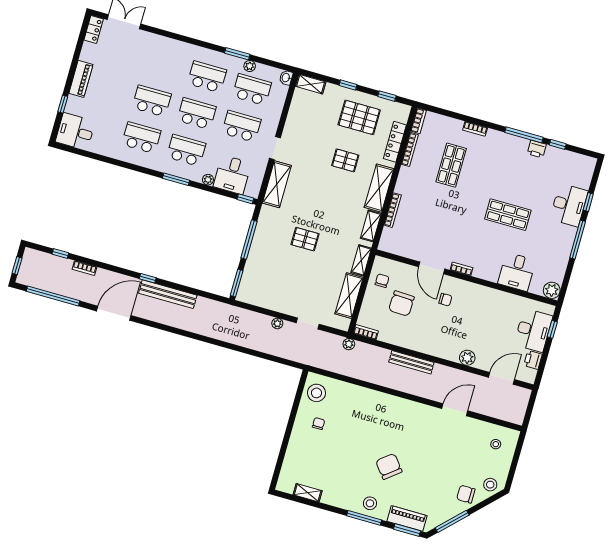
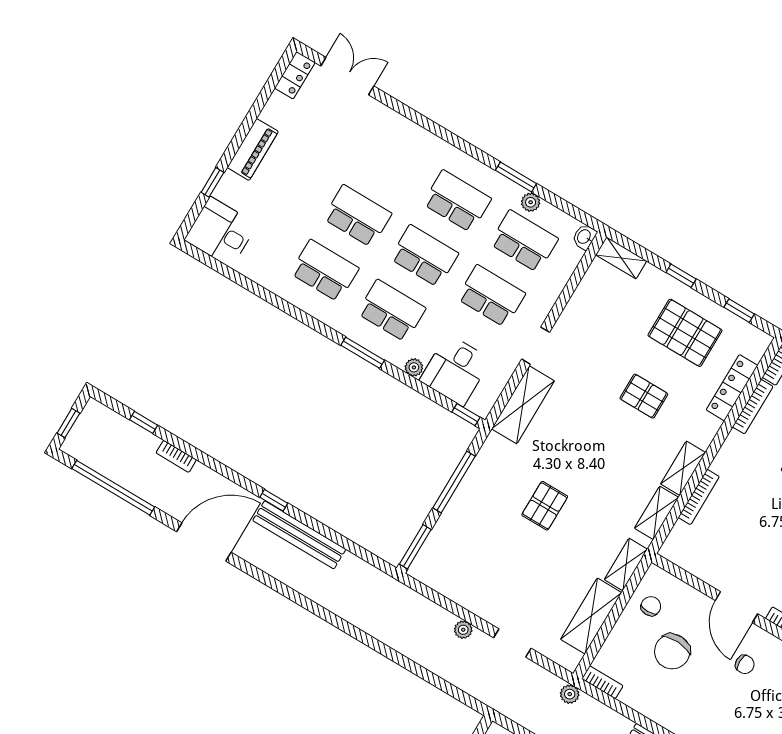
shelving: (379, 188) -> (683, 468), width x0.67, depth x0.75
pallet: (305, 239) -> (545, 506), turned 90

